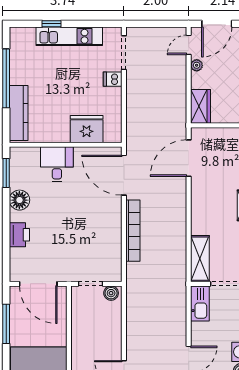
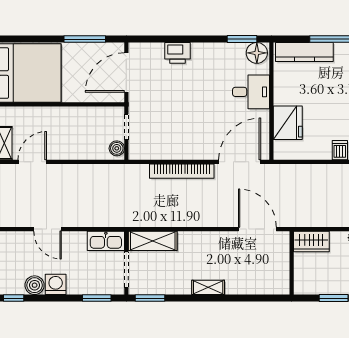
floor lamp: (19, 200) -> (257, 53), moved

